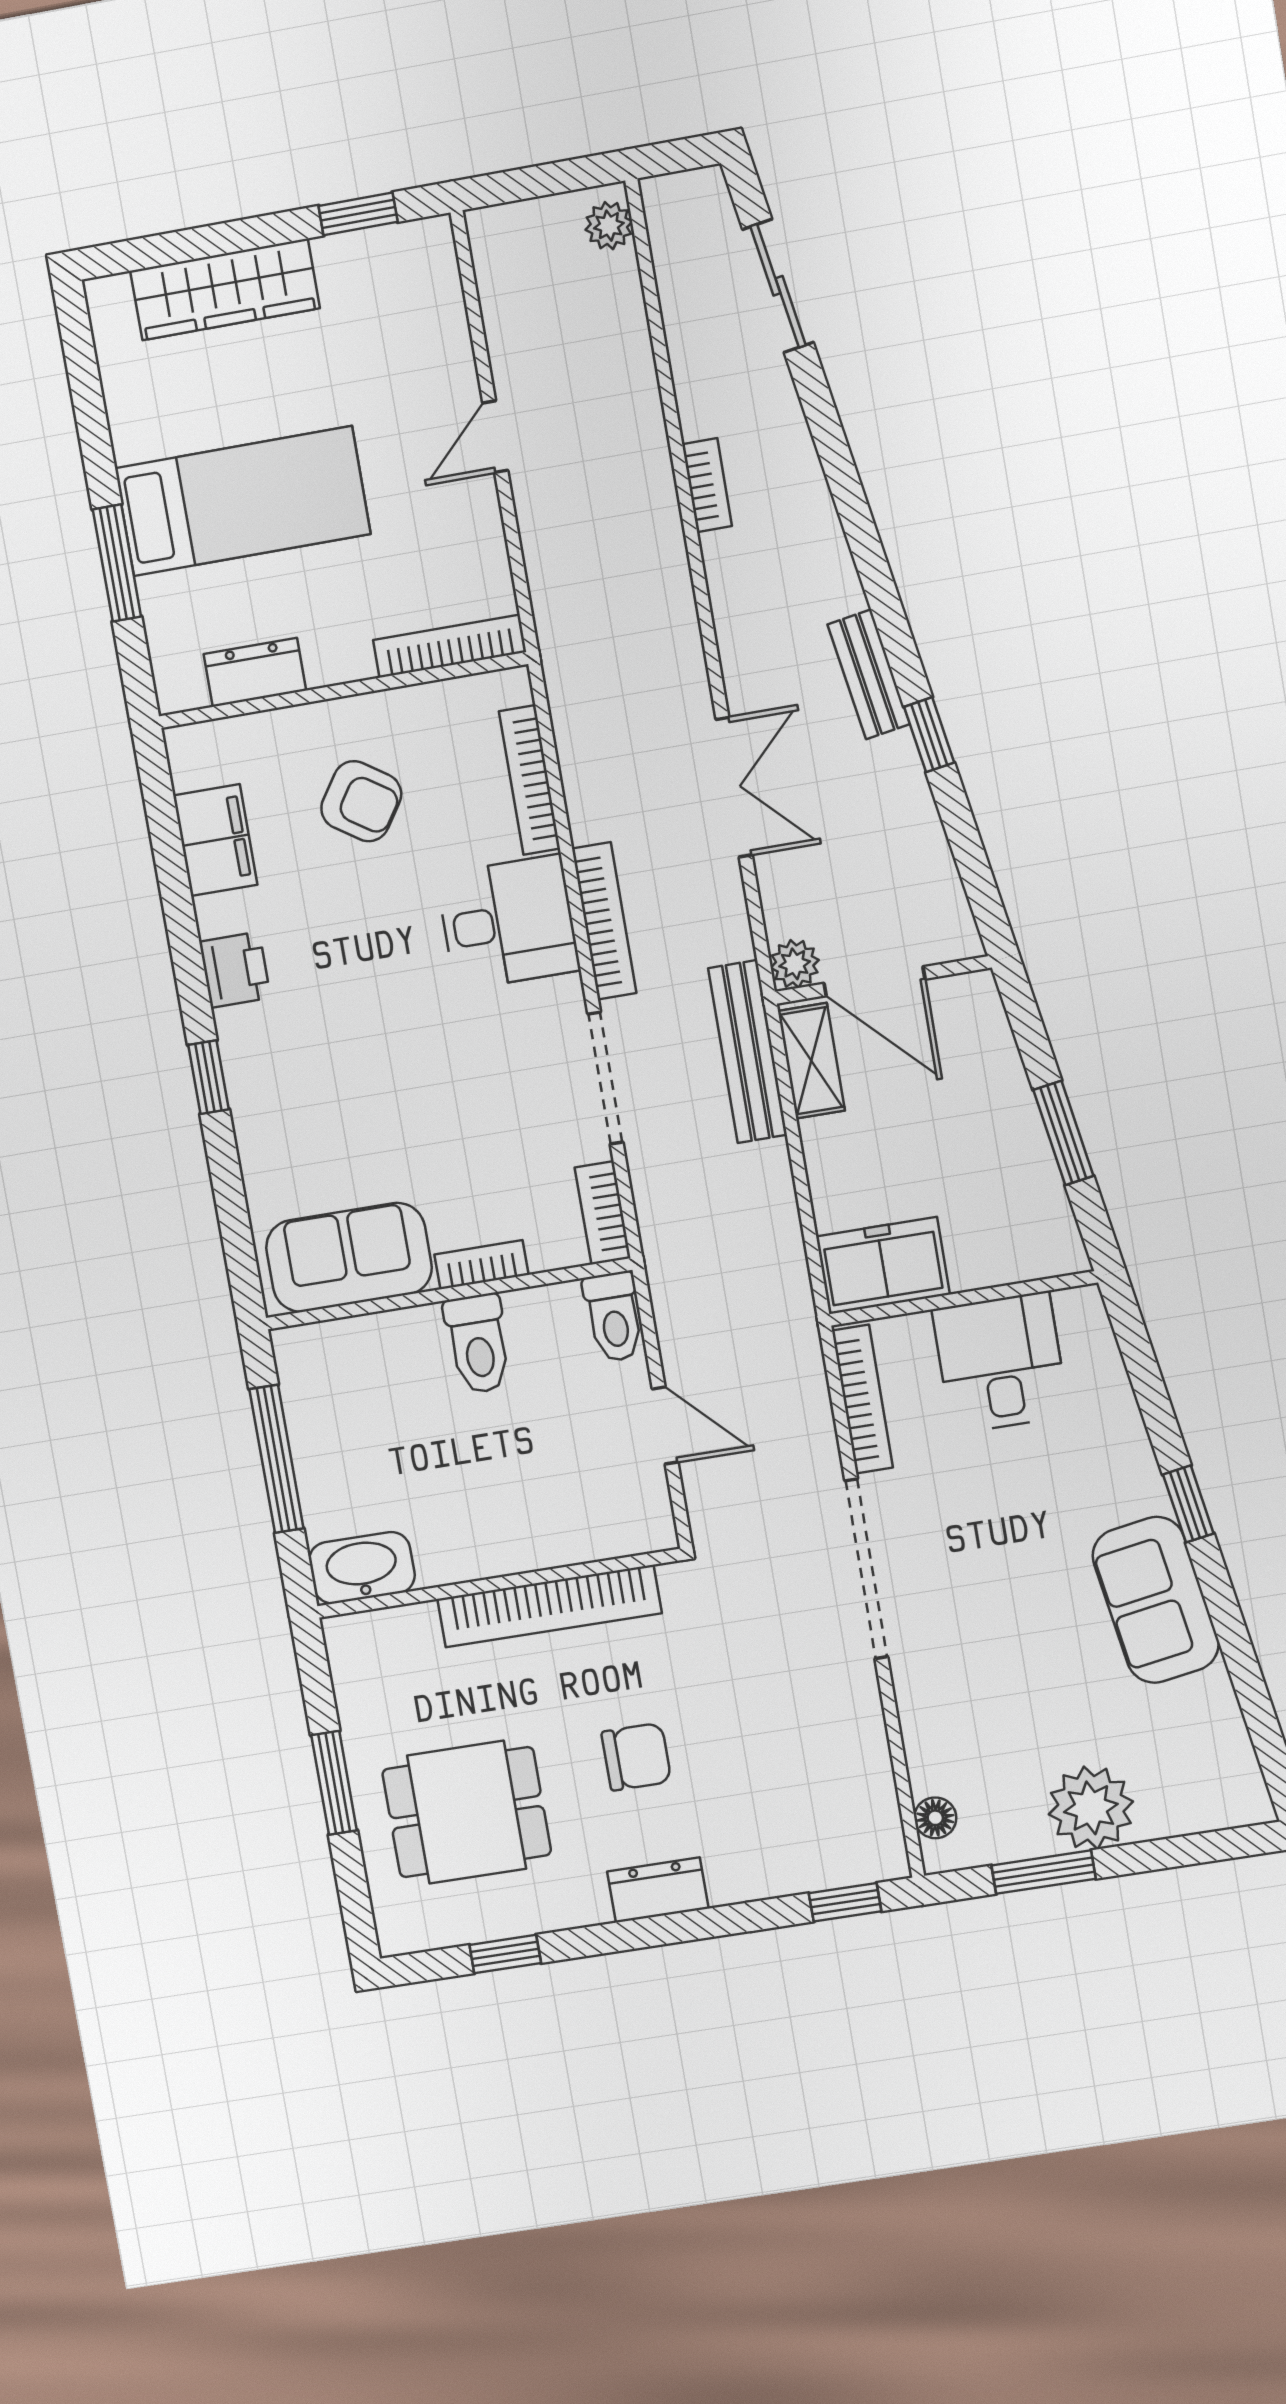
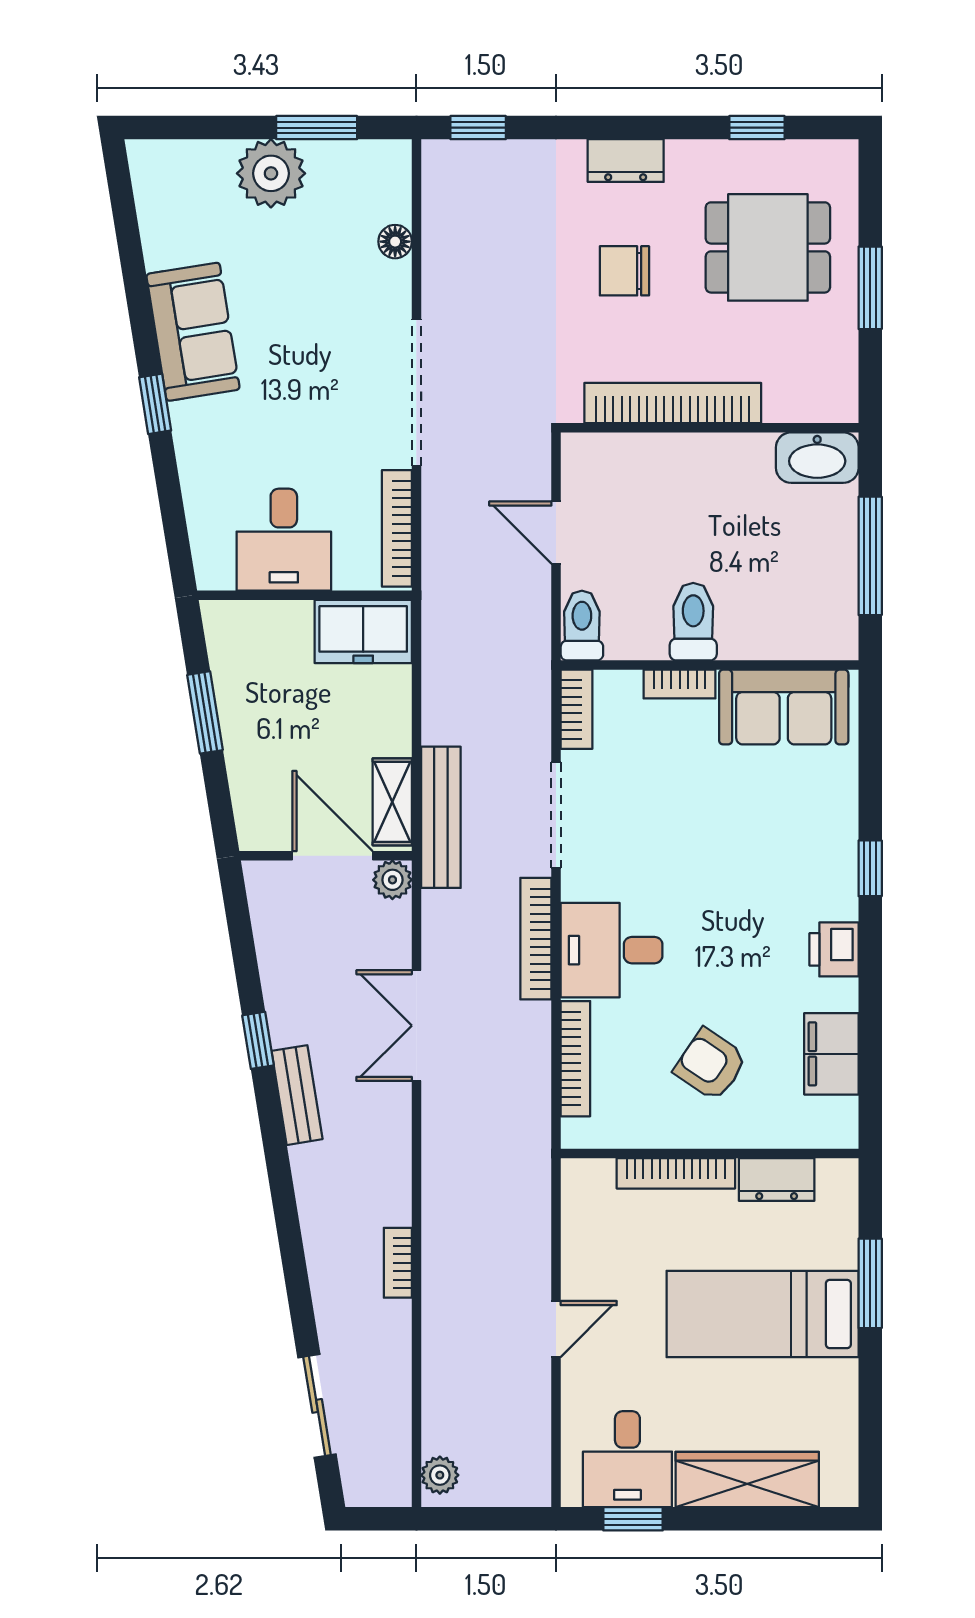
desk: (378, 288) -> (627, 1459), added
bookcase: (450, 646) -> (676, 1173), moved
floor lamp: (935, 1818) -> (395, 242), moved

